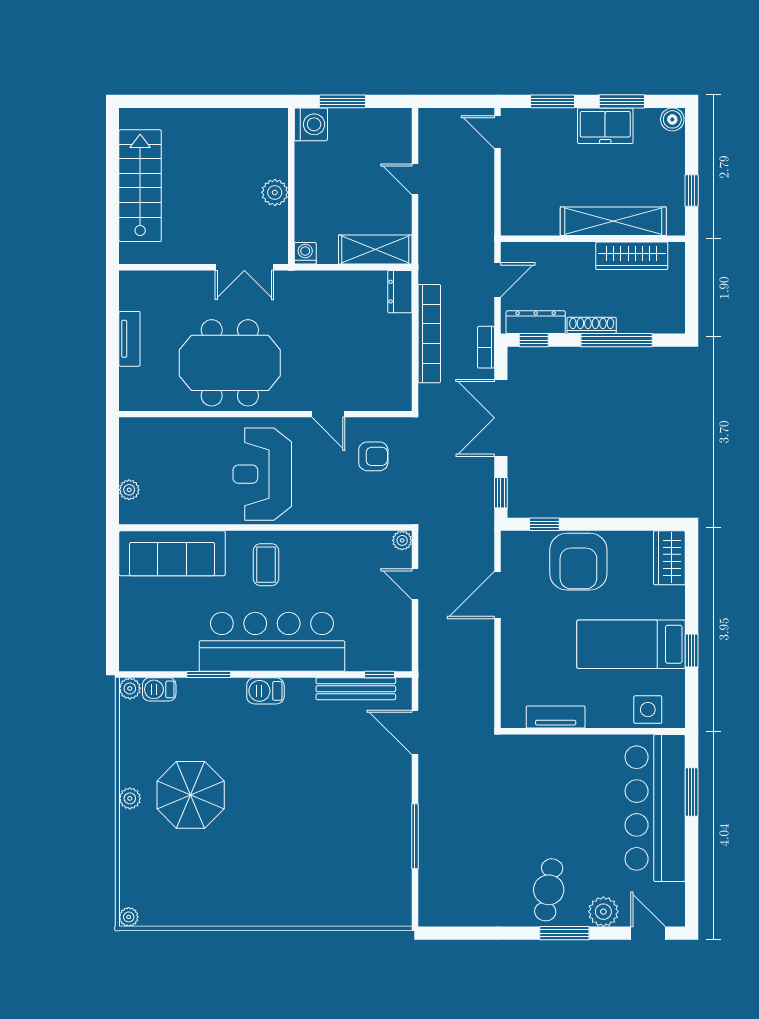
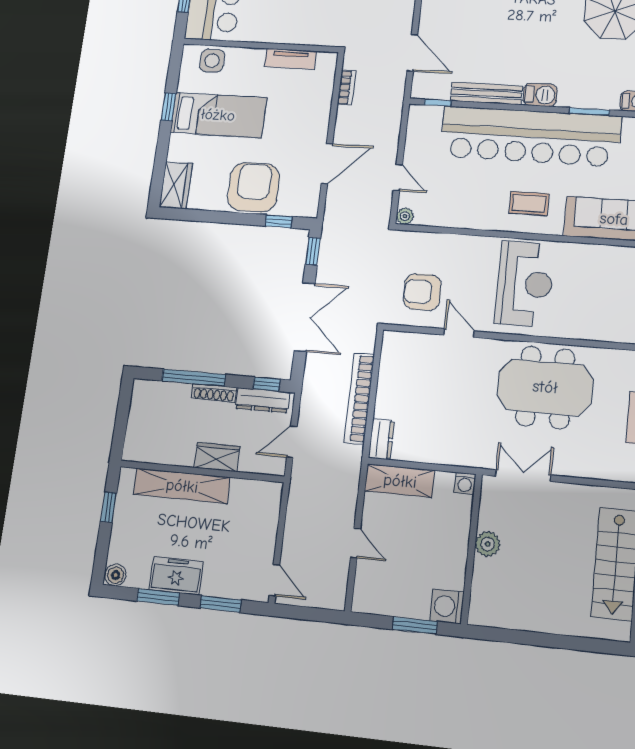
wardrobe: (632, 256) -> (217, 457), moved, width x0.67
bookcase: (486, 347) -> (347, 87), moved
armchair: (373, 456) -> (422, 292), width x1.38, depth x1.38
coffee table: (266, 565) -> (529, 203), turned 90
bar counter: (272, 642) -> (530, 136), width x1.36
bench: (356, 689) -> (486, 93), moved

